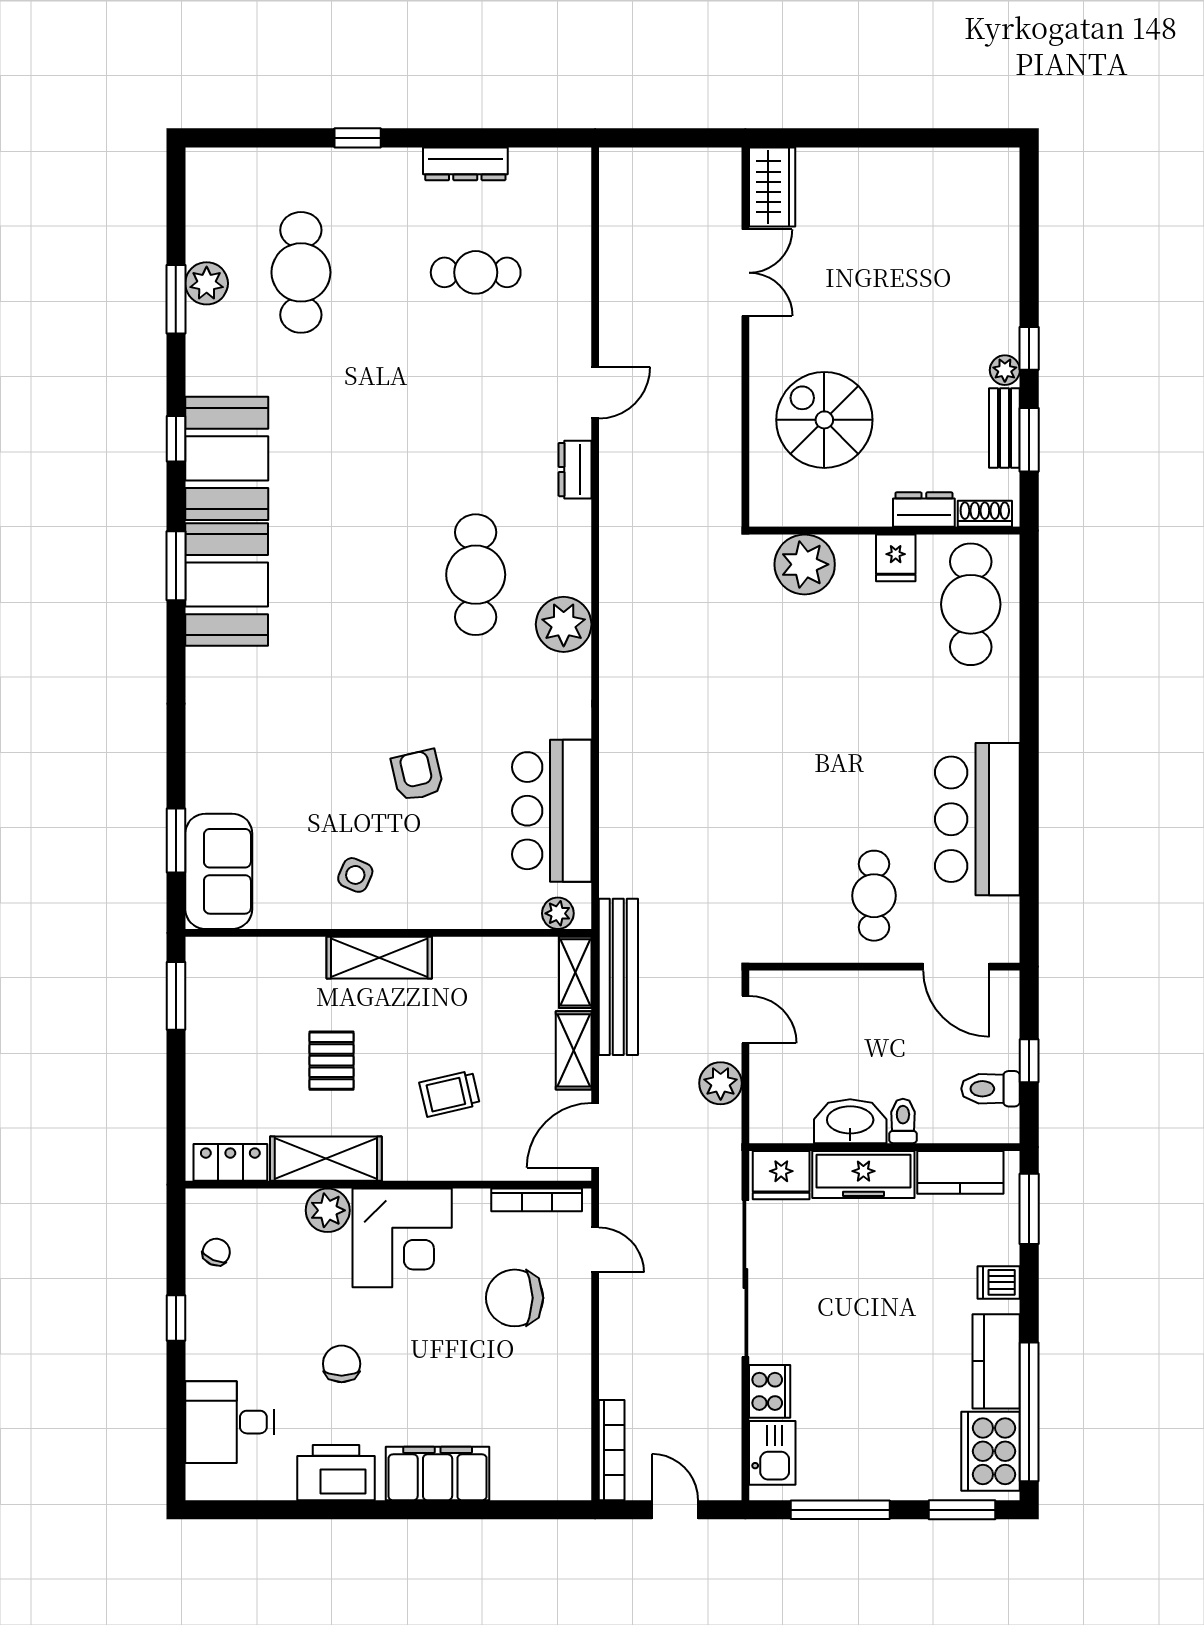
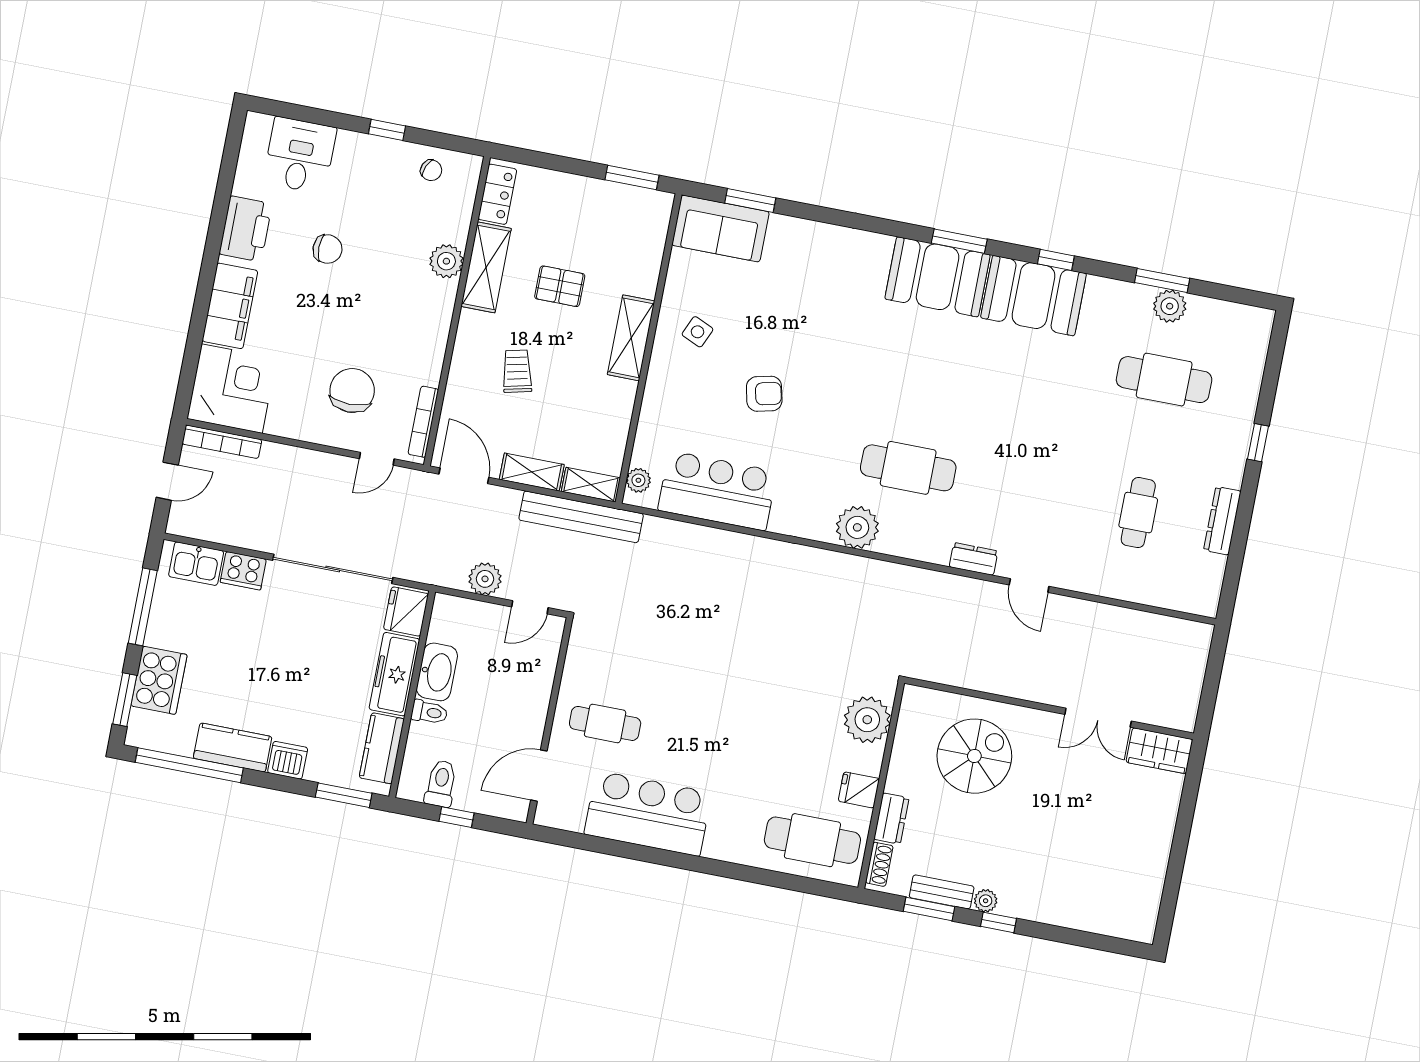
corner desk: (402, 1238) -> (232, 389), moved, turned 180
dishwasher: (999, 1282) -> (288, 760), width x1.38
cooker: (991, 1451) -> (159, 680), moved, turned 90

